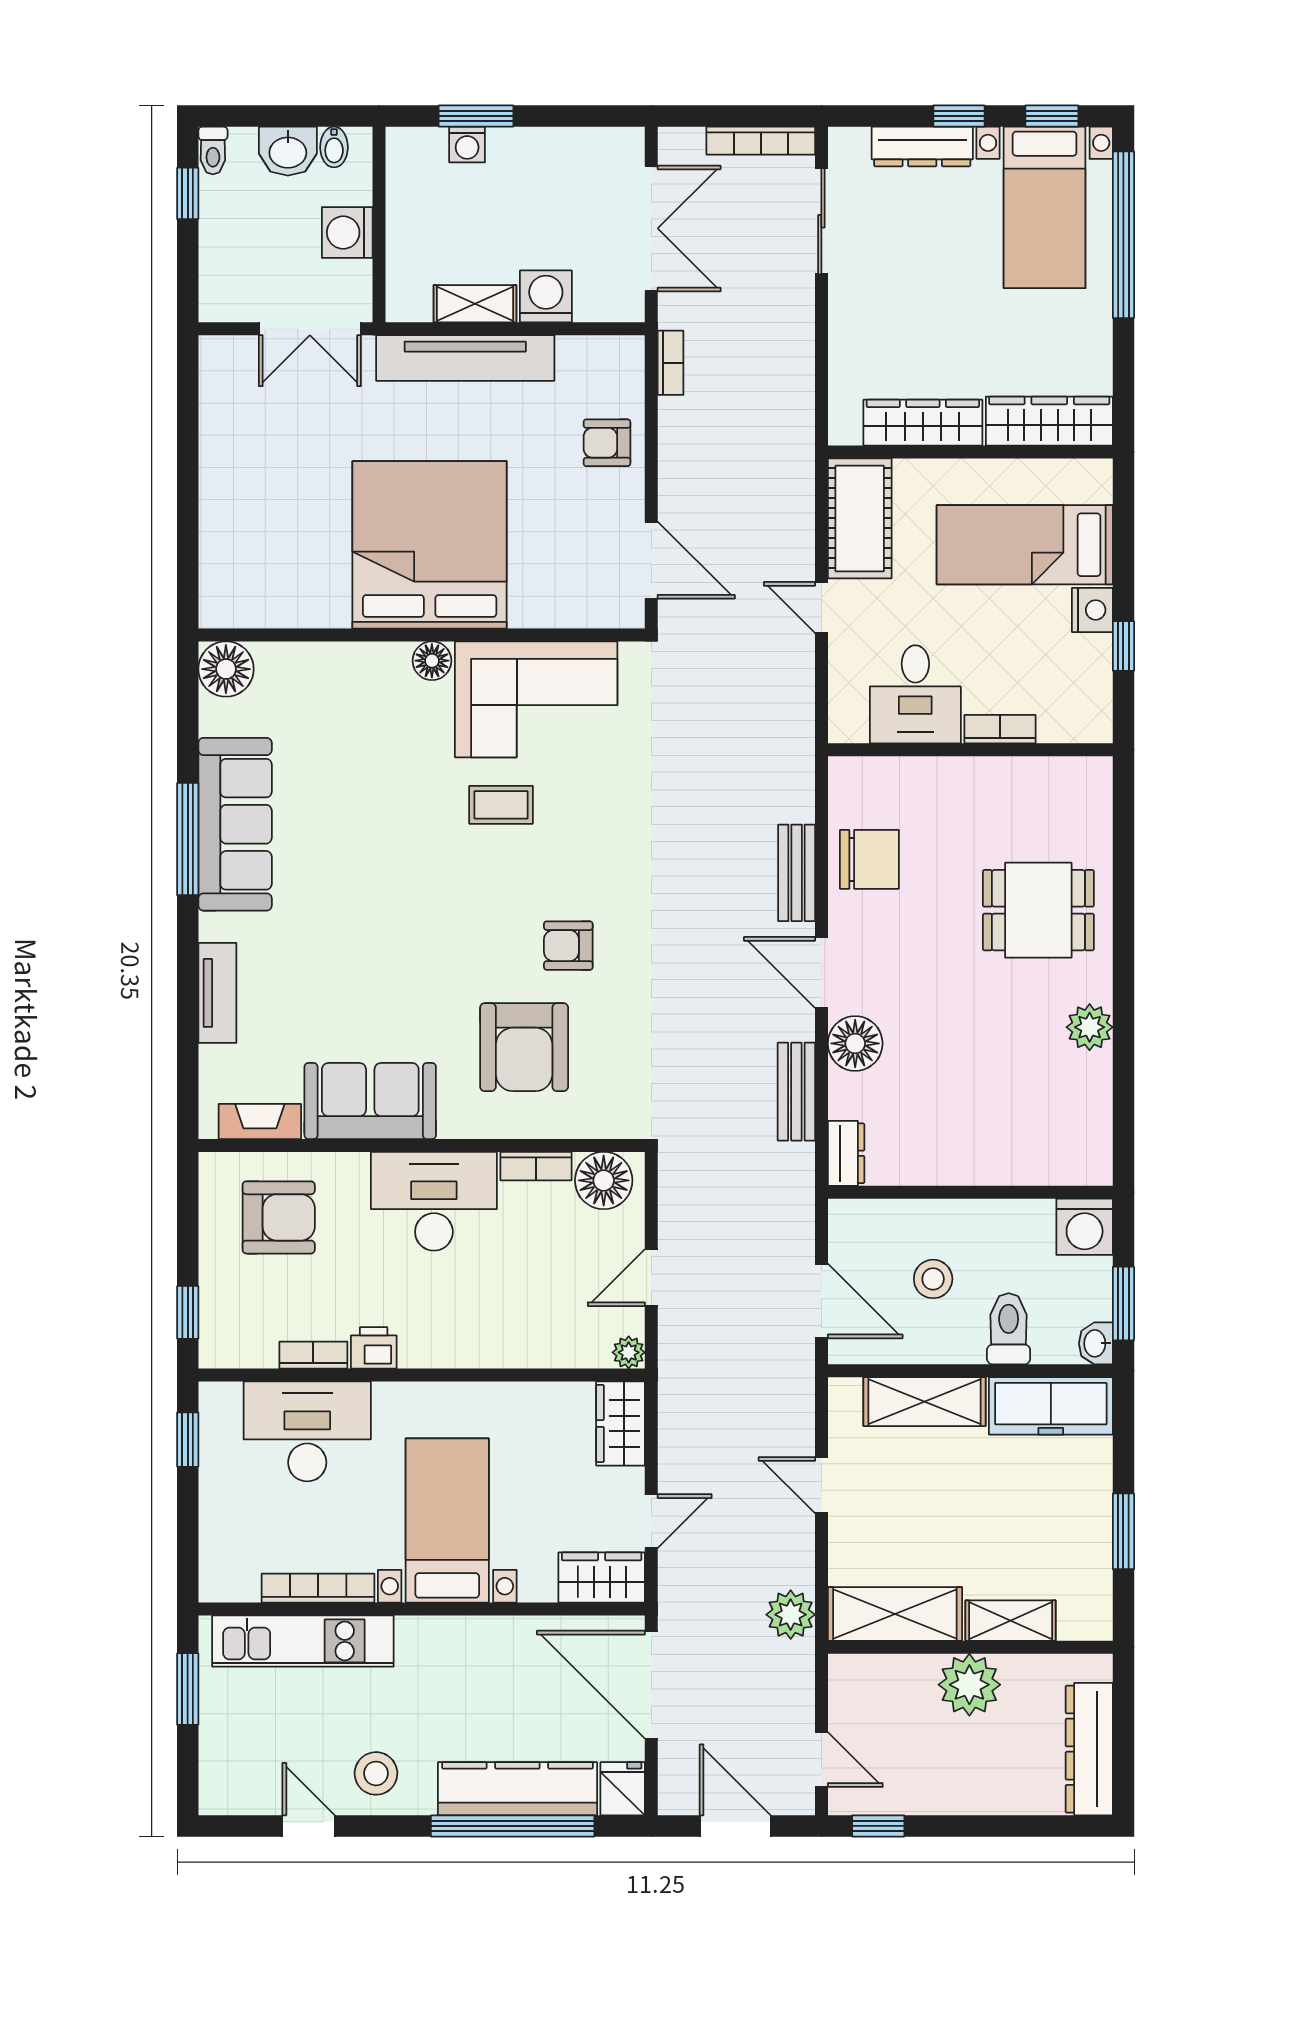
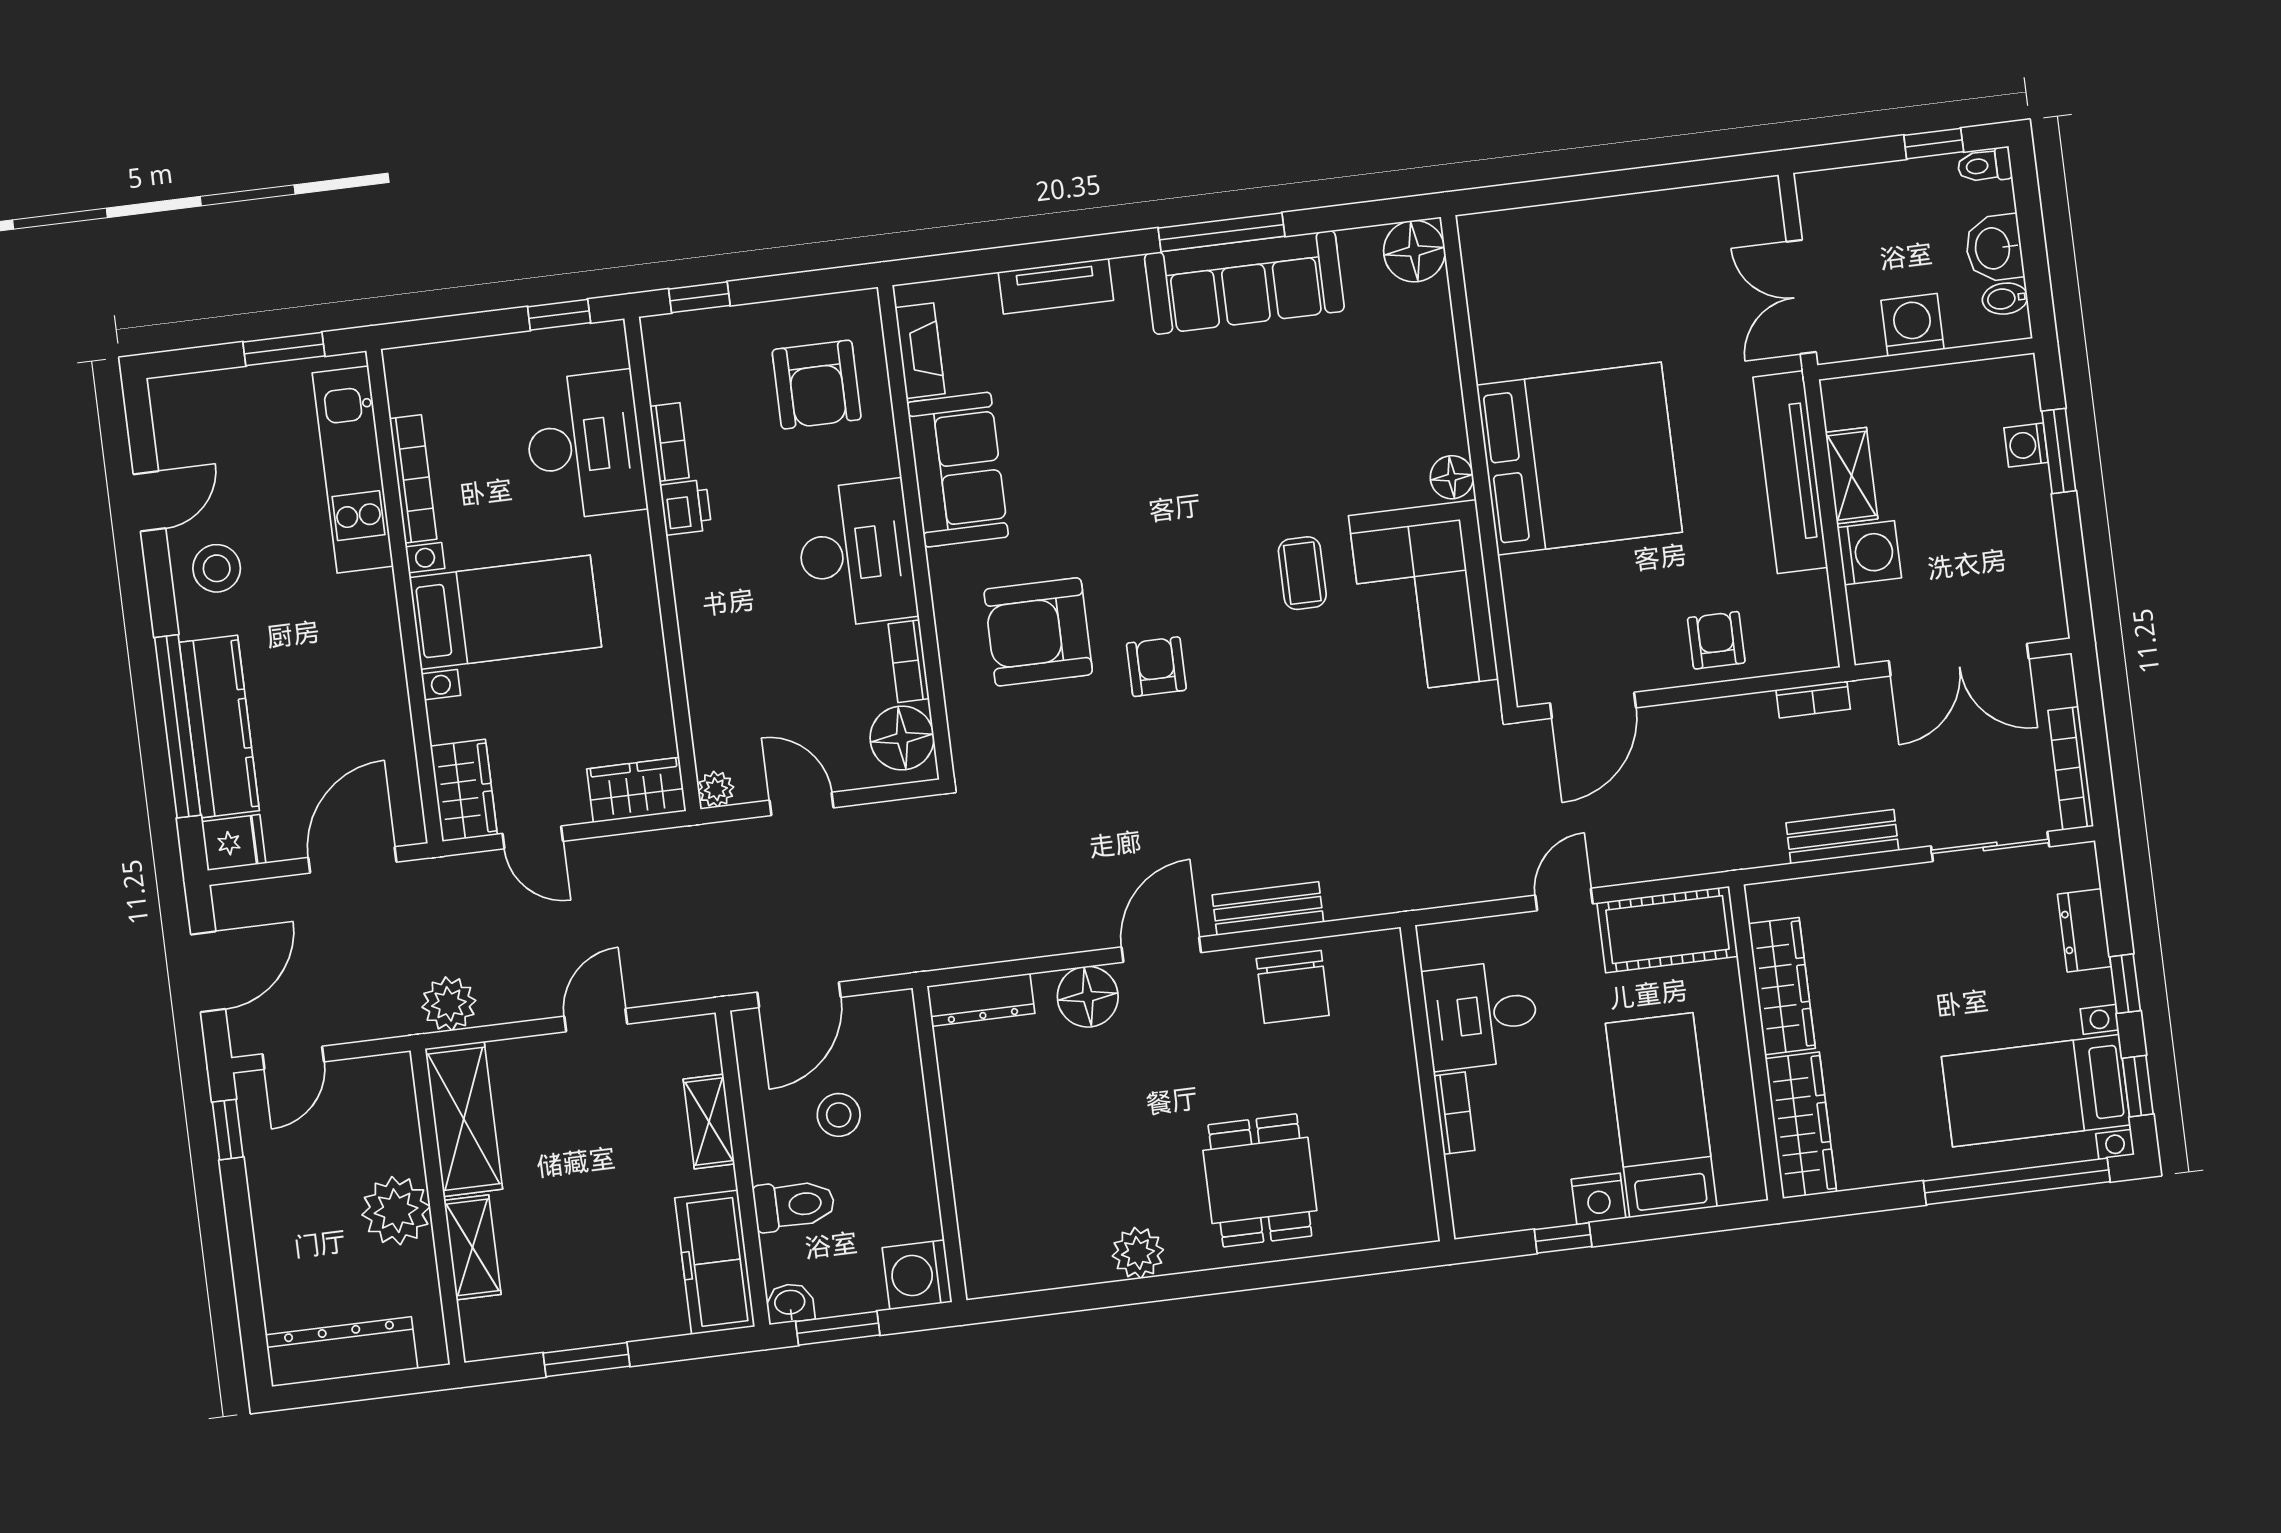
dresser: (922, 147) -> (2084, 930), width x0.70
bench: (796, 1092) -> (1842, 837), moved
dresser: (846, 1153) -> (981, 1000), width x1.44
shelving: (925, 1402) -> (709, 1121), width x0.67, depth x0.75
door: (651, 1685) -> (352, 860), width x0.73

